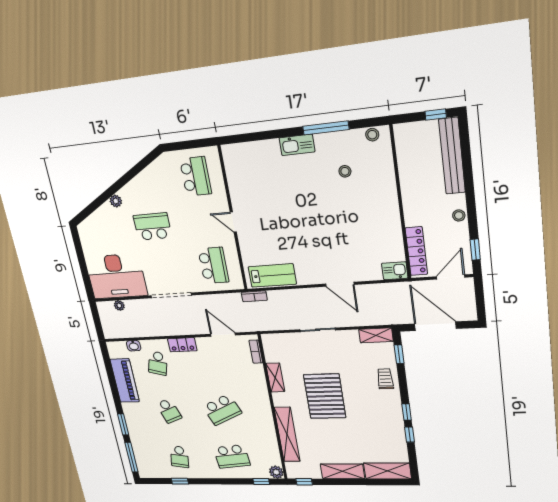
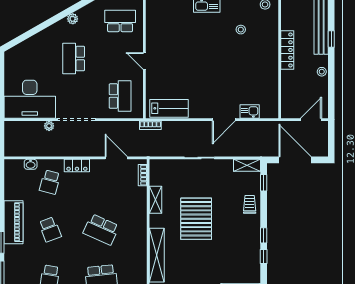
school desk: (196, 176) -> (120, 21), turned -90
plant: (116, 201) -> (73, 19), moved
school desk: (153, 226) -> (74, 58), turned -90
window: (475, 250) -> (331, 39), moved
locker: (416, 251) -> (287, 50), moved
kitchen sink: (395, 271) -> (250, 112), moved
door: (340, 284) -> (224, 120), hinge flipped
plant: (119, 305) -> (49, 126), moved
piano: (125, 381) -> (13, 222), moved
school desk: (222, 410) -> (101, 229), turned 48

